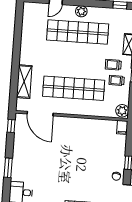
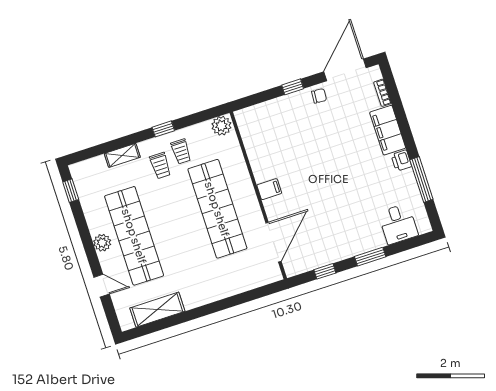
shelving: (24, 82) -> (157, 310), moved
window: (11, 126) -> (325, 271), moved
filing cabinet: (122, 127) -> (269, 189), moved

